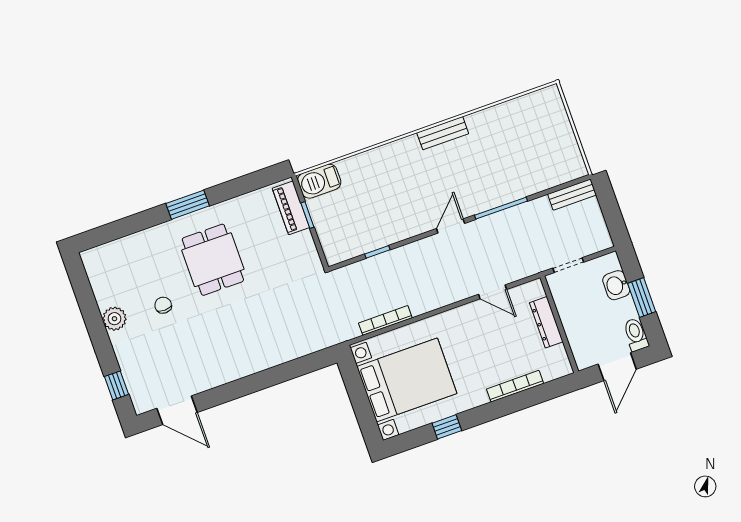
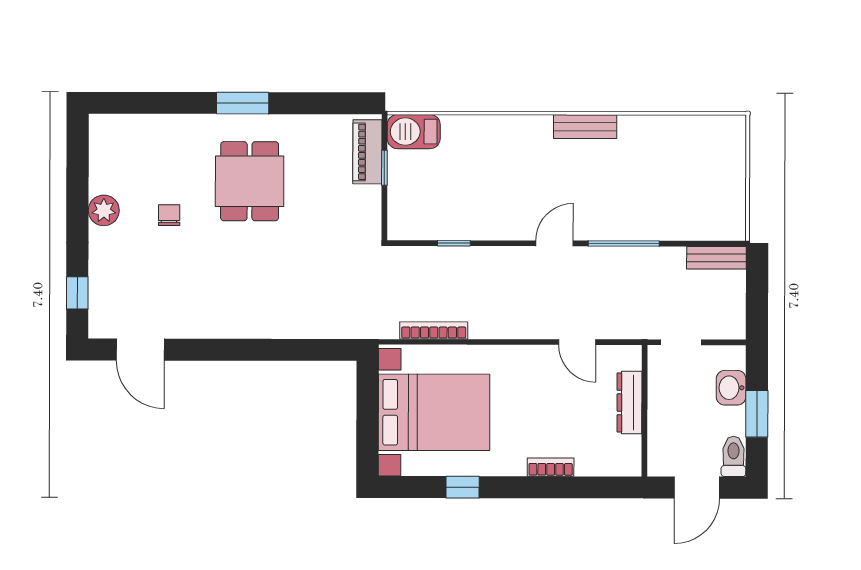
bookcase: (515, 386) -> (551, 467), width x0.64

